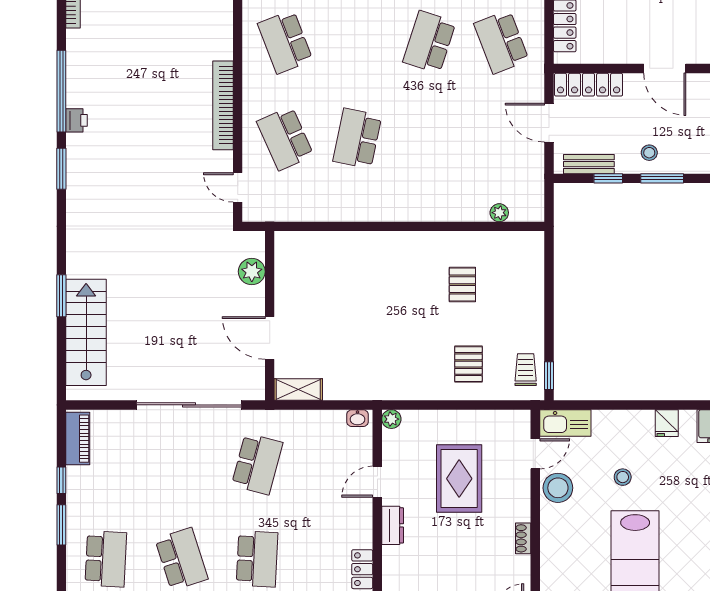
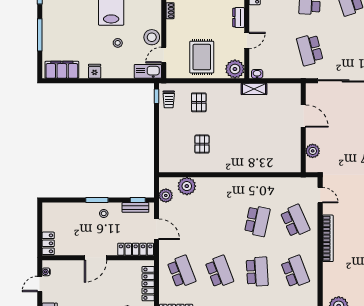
school desk: (357, 42) -> (257, 272), added
school desk: (429, 42) -> (219, 272), turned -39
door: (665, 68) -> (96, 258), swing flipped
window: (608, 178) -> (138, 200), moved
plant: (531, 187) -> (166, 195), added
plant: (499, 213) -> (187, 186), width x1.88, depth x1.88
shelving: (298, 390) -> (254, 89), moved
plant: (391, 419) -> (235, 69), width x1.88, depth x1.88
school desk: (257, 464) -> (310, 50), turned -30
rug: (459, 479) -> (202, 57), moved

